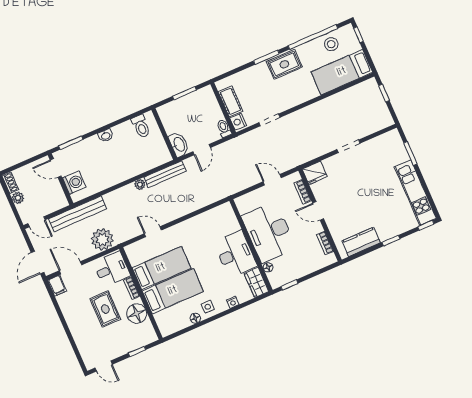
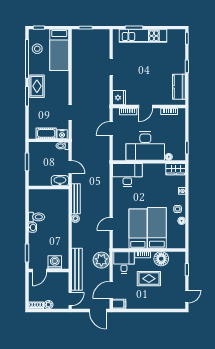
toilet: (141, 126) -> (37, 217), moved
kitchen unit: (415, 193) -> (143, 36), moved
desk: (235, 254) -> (127, 175), moved

